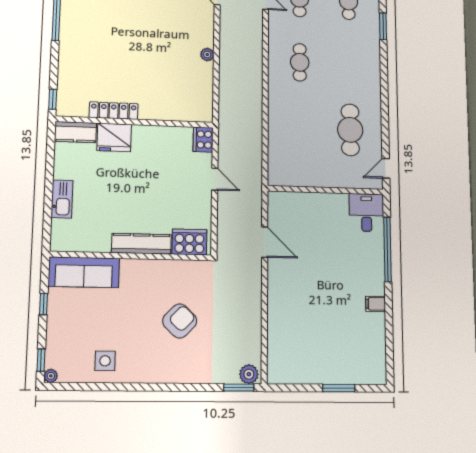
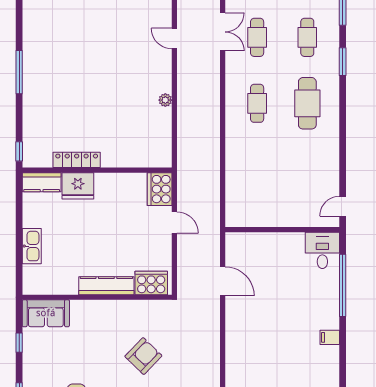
cafe table: (350, 130) -> (307, 103), moved
cooker: (203, 140) -> (160, 189), width x1.37, depth x1.31
sofa: (84, 272) -> (46, 313), width x0.73

